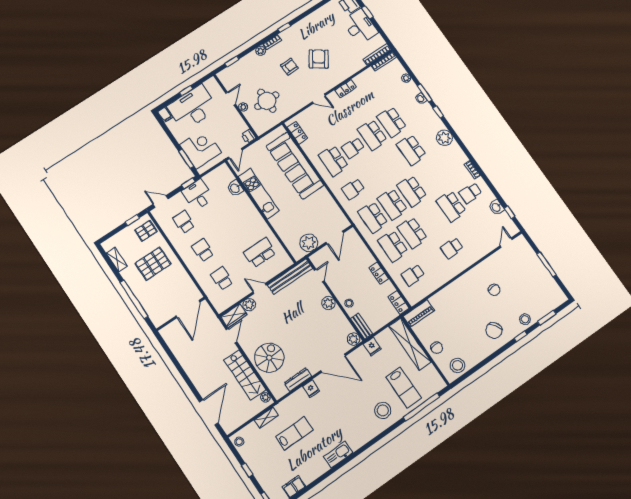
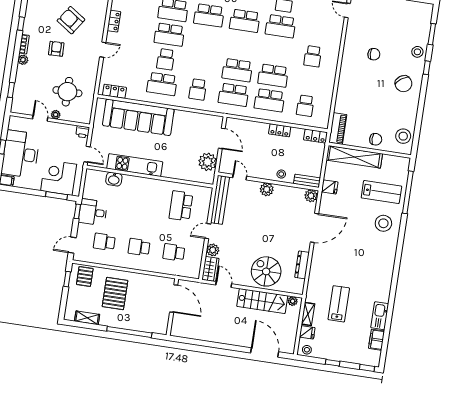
school desk: (412, 191) -> (245, 21), moved
fridge: (311, 389) -> (307, 332), moved
kitchen sink: (338, 455) -> (380, 316), moved

